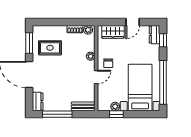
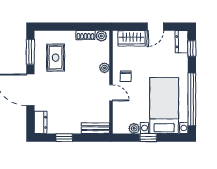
rug: (50, 48) -> (56, 58), turned 90
door: (96, 77) -> (111, 93), hinge flipped
window: (57, 114) -> (64, 138), width x0.46
window: (116, 114) -> (148, 138), moved

